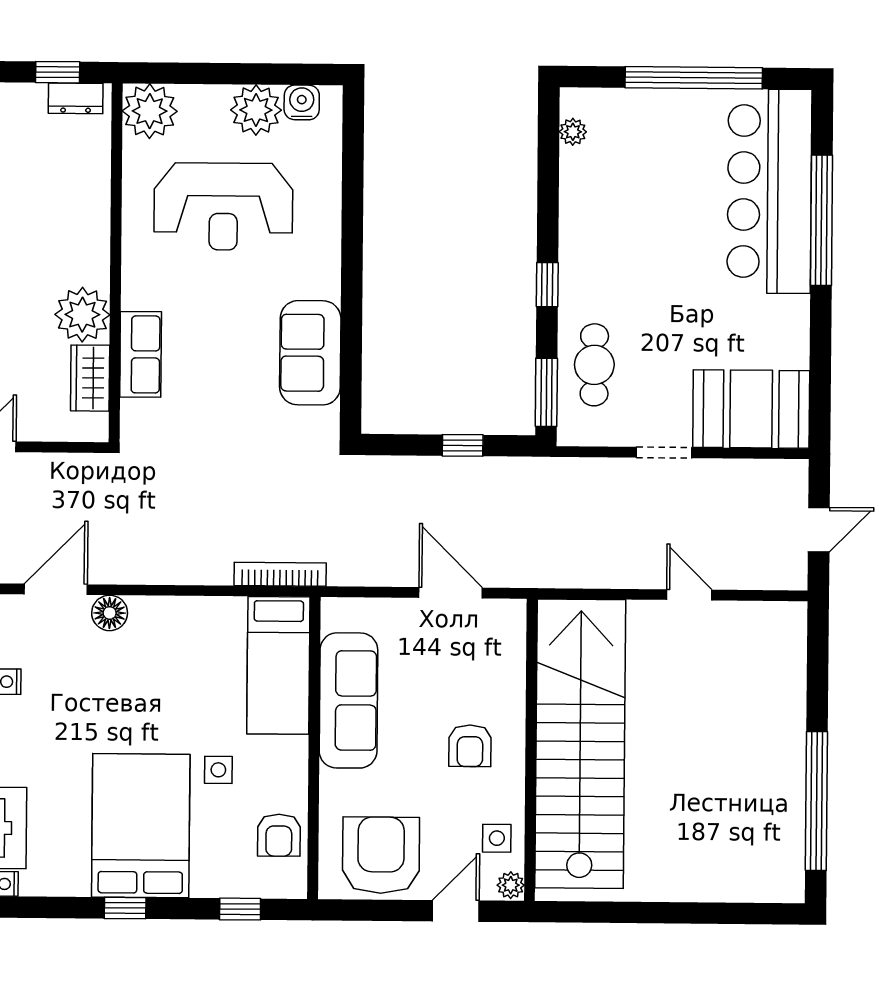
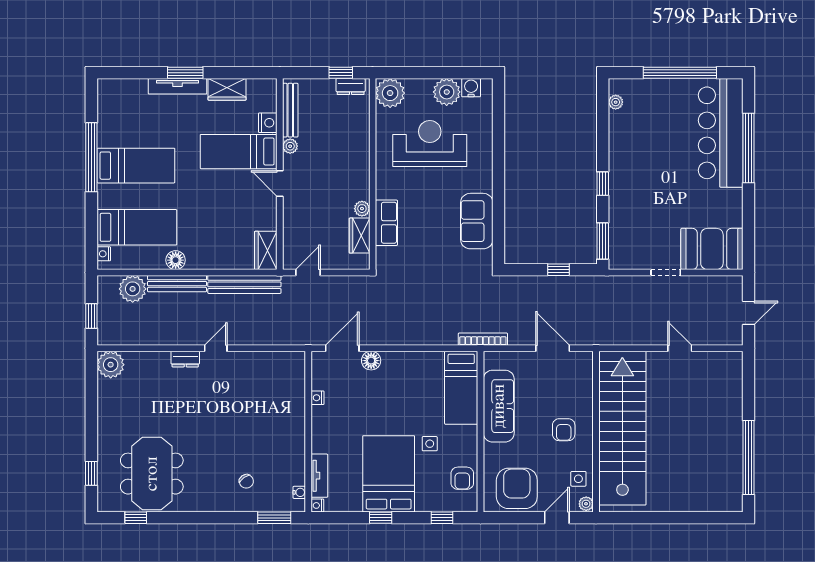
reception desk: (223, 206) -> (430, 144), turned 180
plant: (82, 315) -> (362, 209), width x0.53, depth x0.53
cafe table: (594, 365) -> (628, 226), removed
bookcase: (280, 574) -> (483, 339), moved

